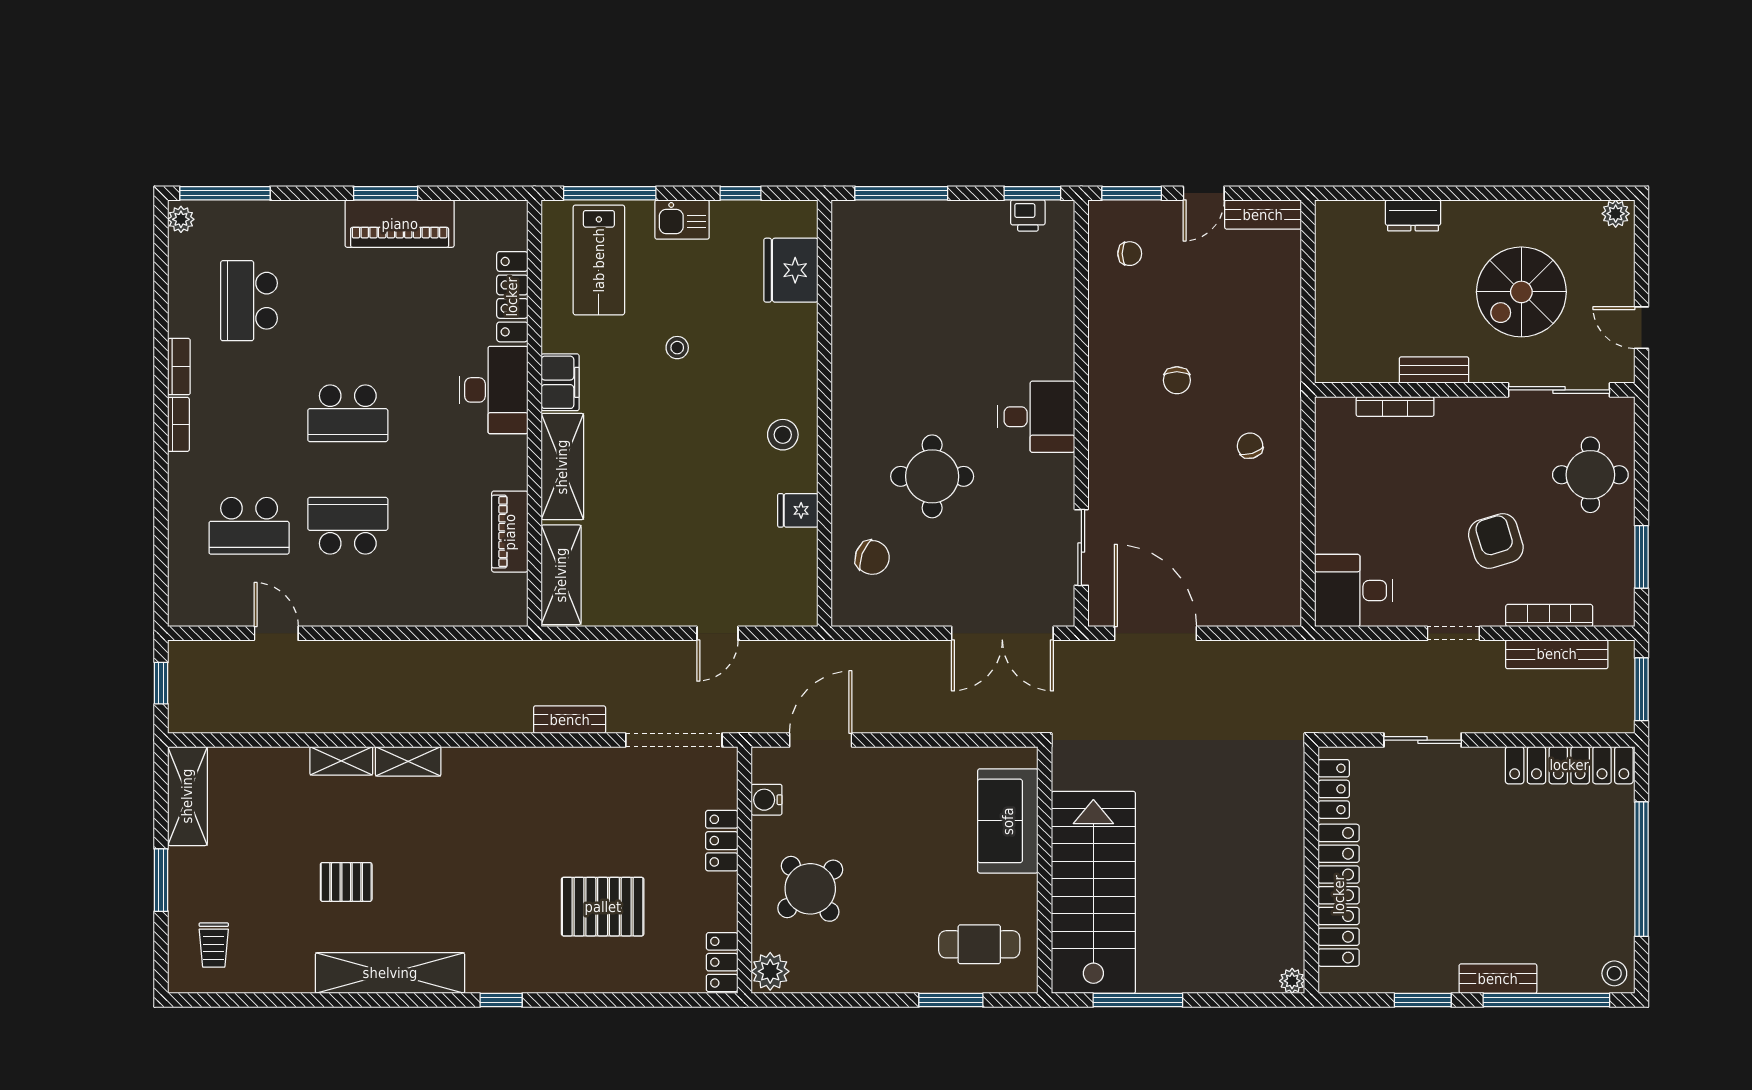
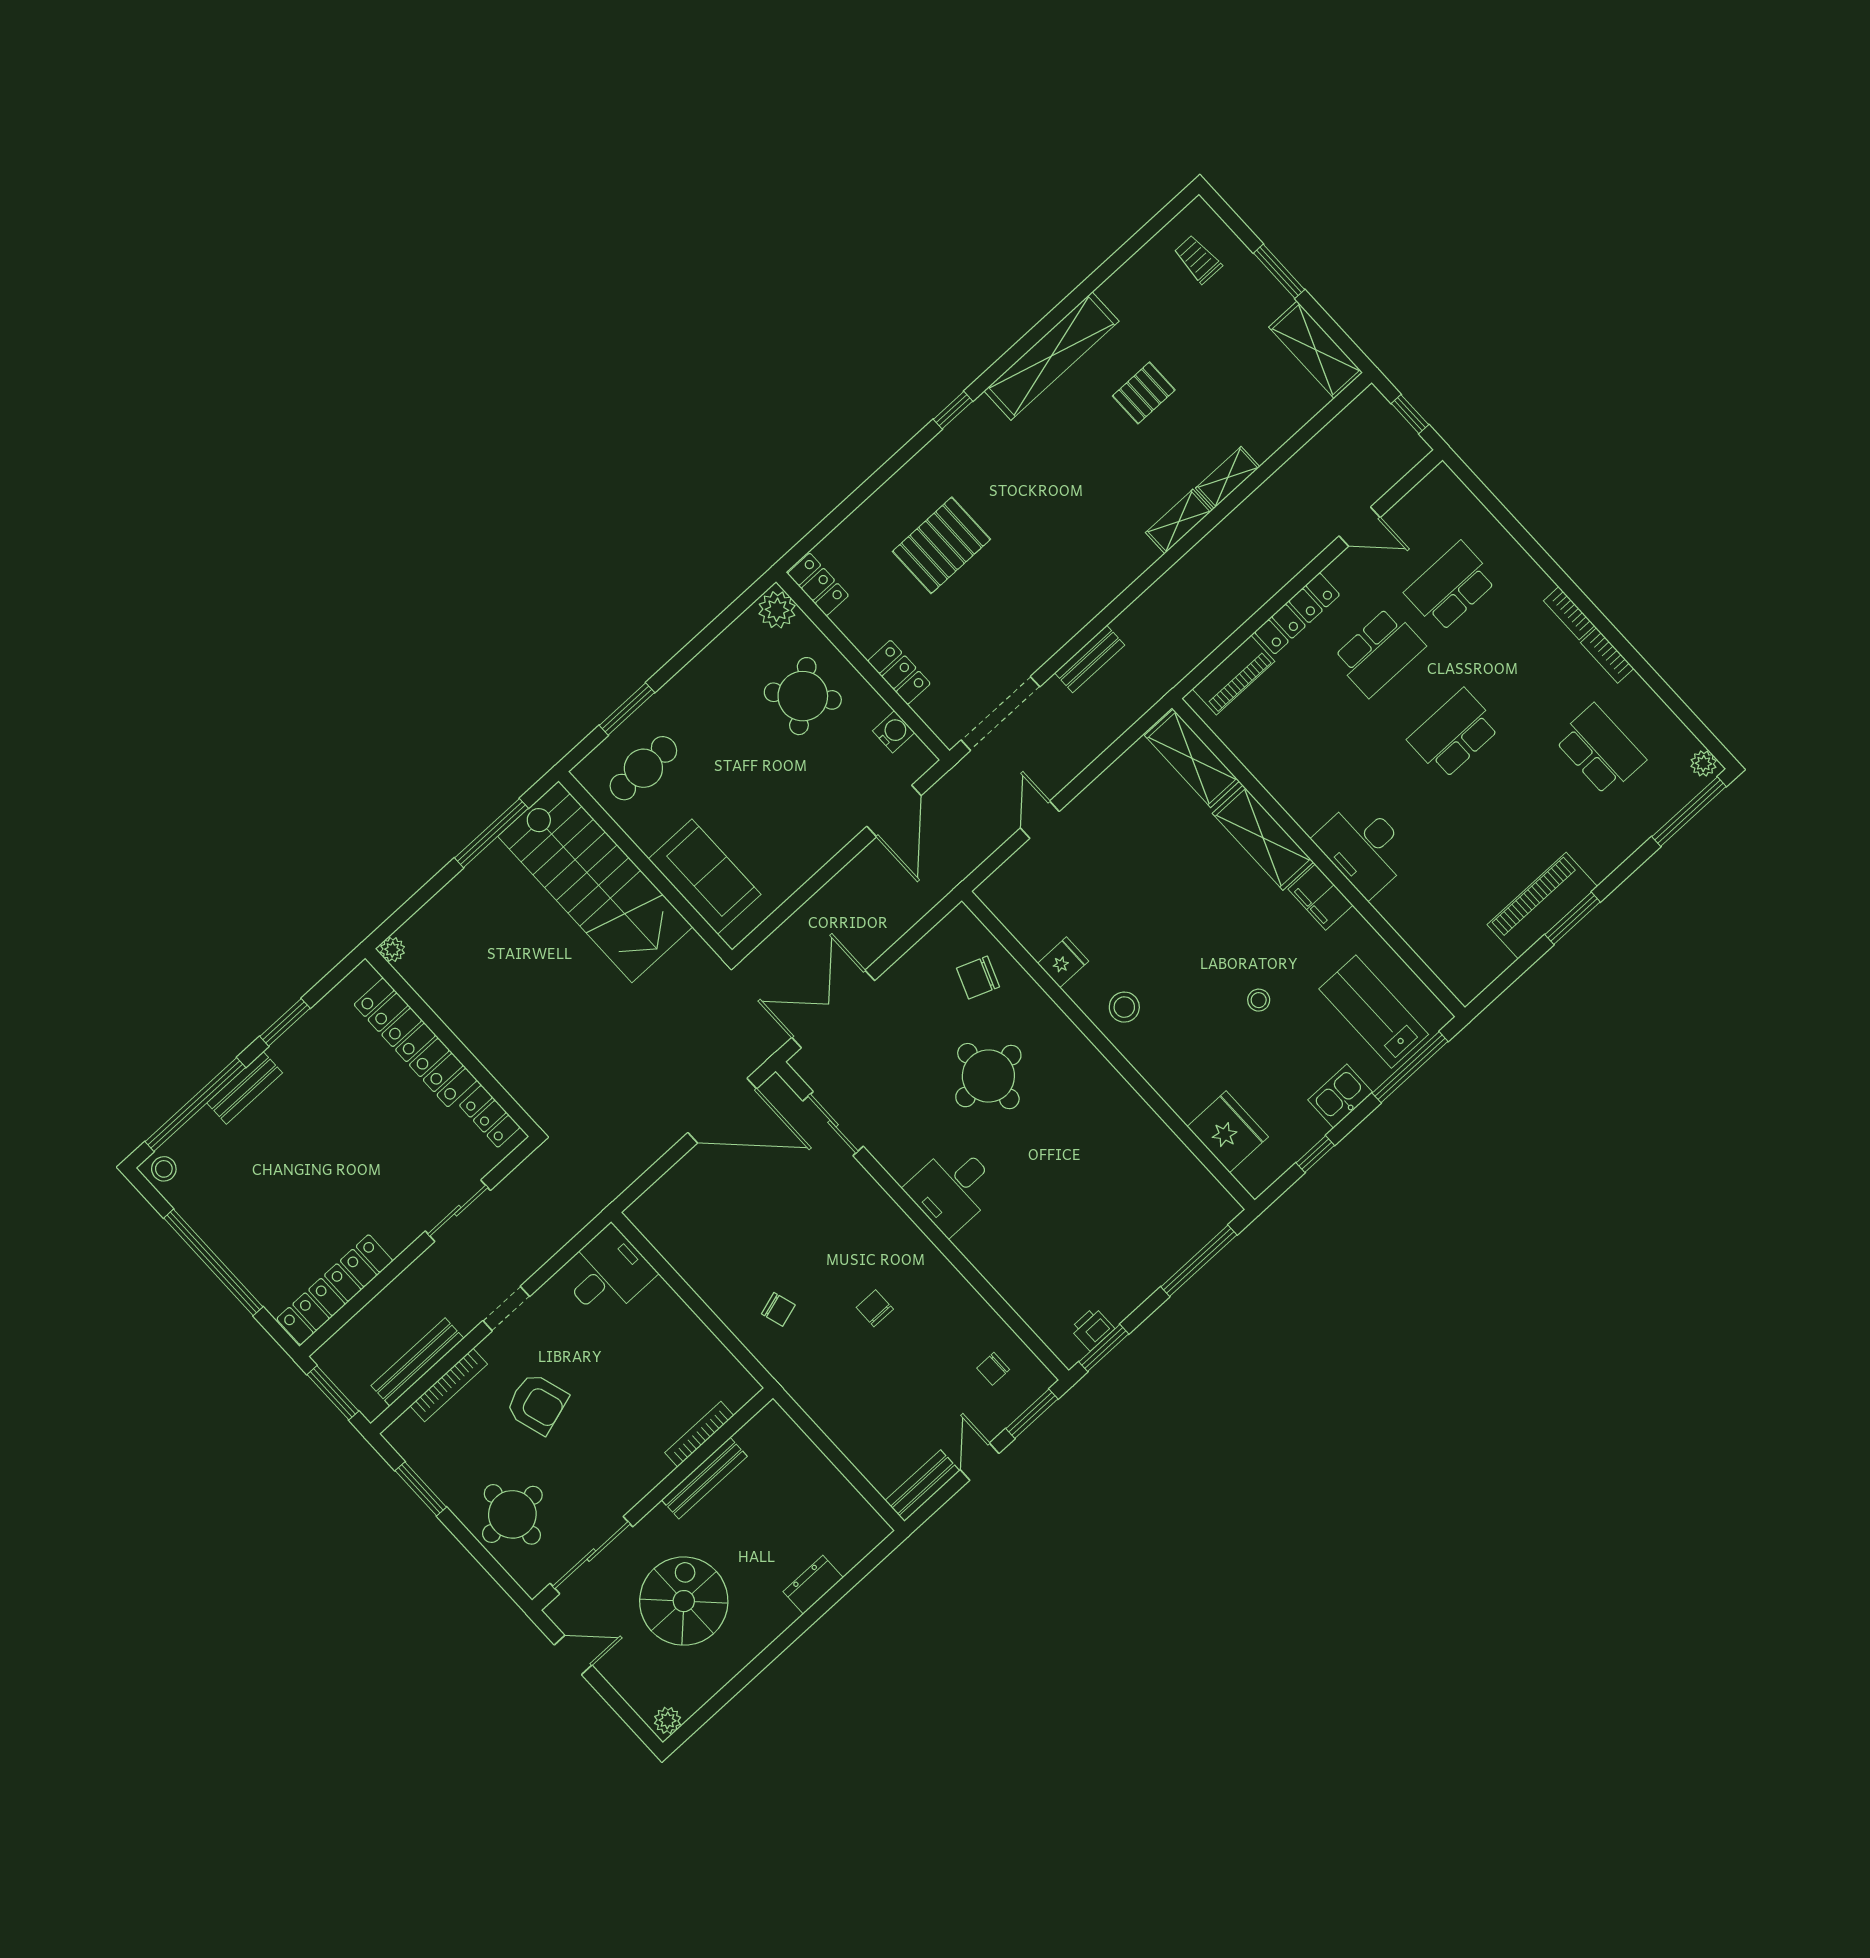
locker: (512, 297) -> (1297, 613), moved, turned 90
bench: (1434, 370) -> (704, 1478), width x1.36
piano: (510, 532) -> (1234, 675), moved, turned 90

